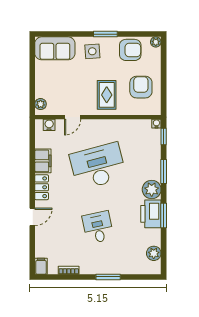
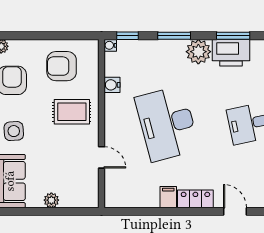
plant: (41, 104) -> (51, 200), moved
water cooler: (49, 125) -> (112, 85), moved
filing cabinet: (43, 161) -> (168, 197), width x0.50

